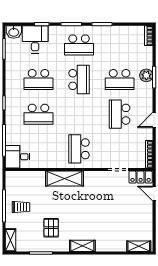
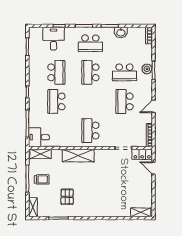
washbasin: (14, 32) -> (121, 32), moved
school desk: (38, 80) -> (56, 72), turned -90
school desk: (79, 80) -> (90, 72), turned 180
school desk: (38, 114) -> (56, 101), turned 90
shelving: (82, 246) -> (41, 154), moved

